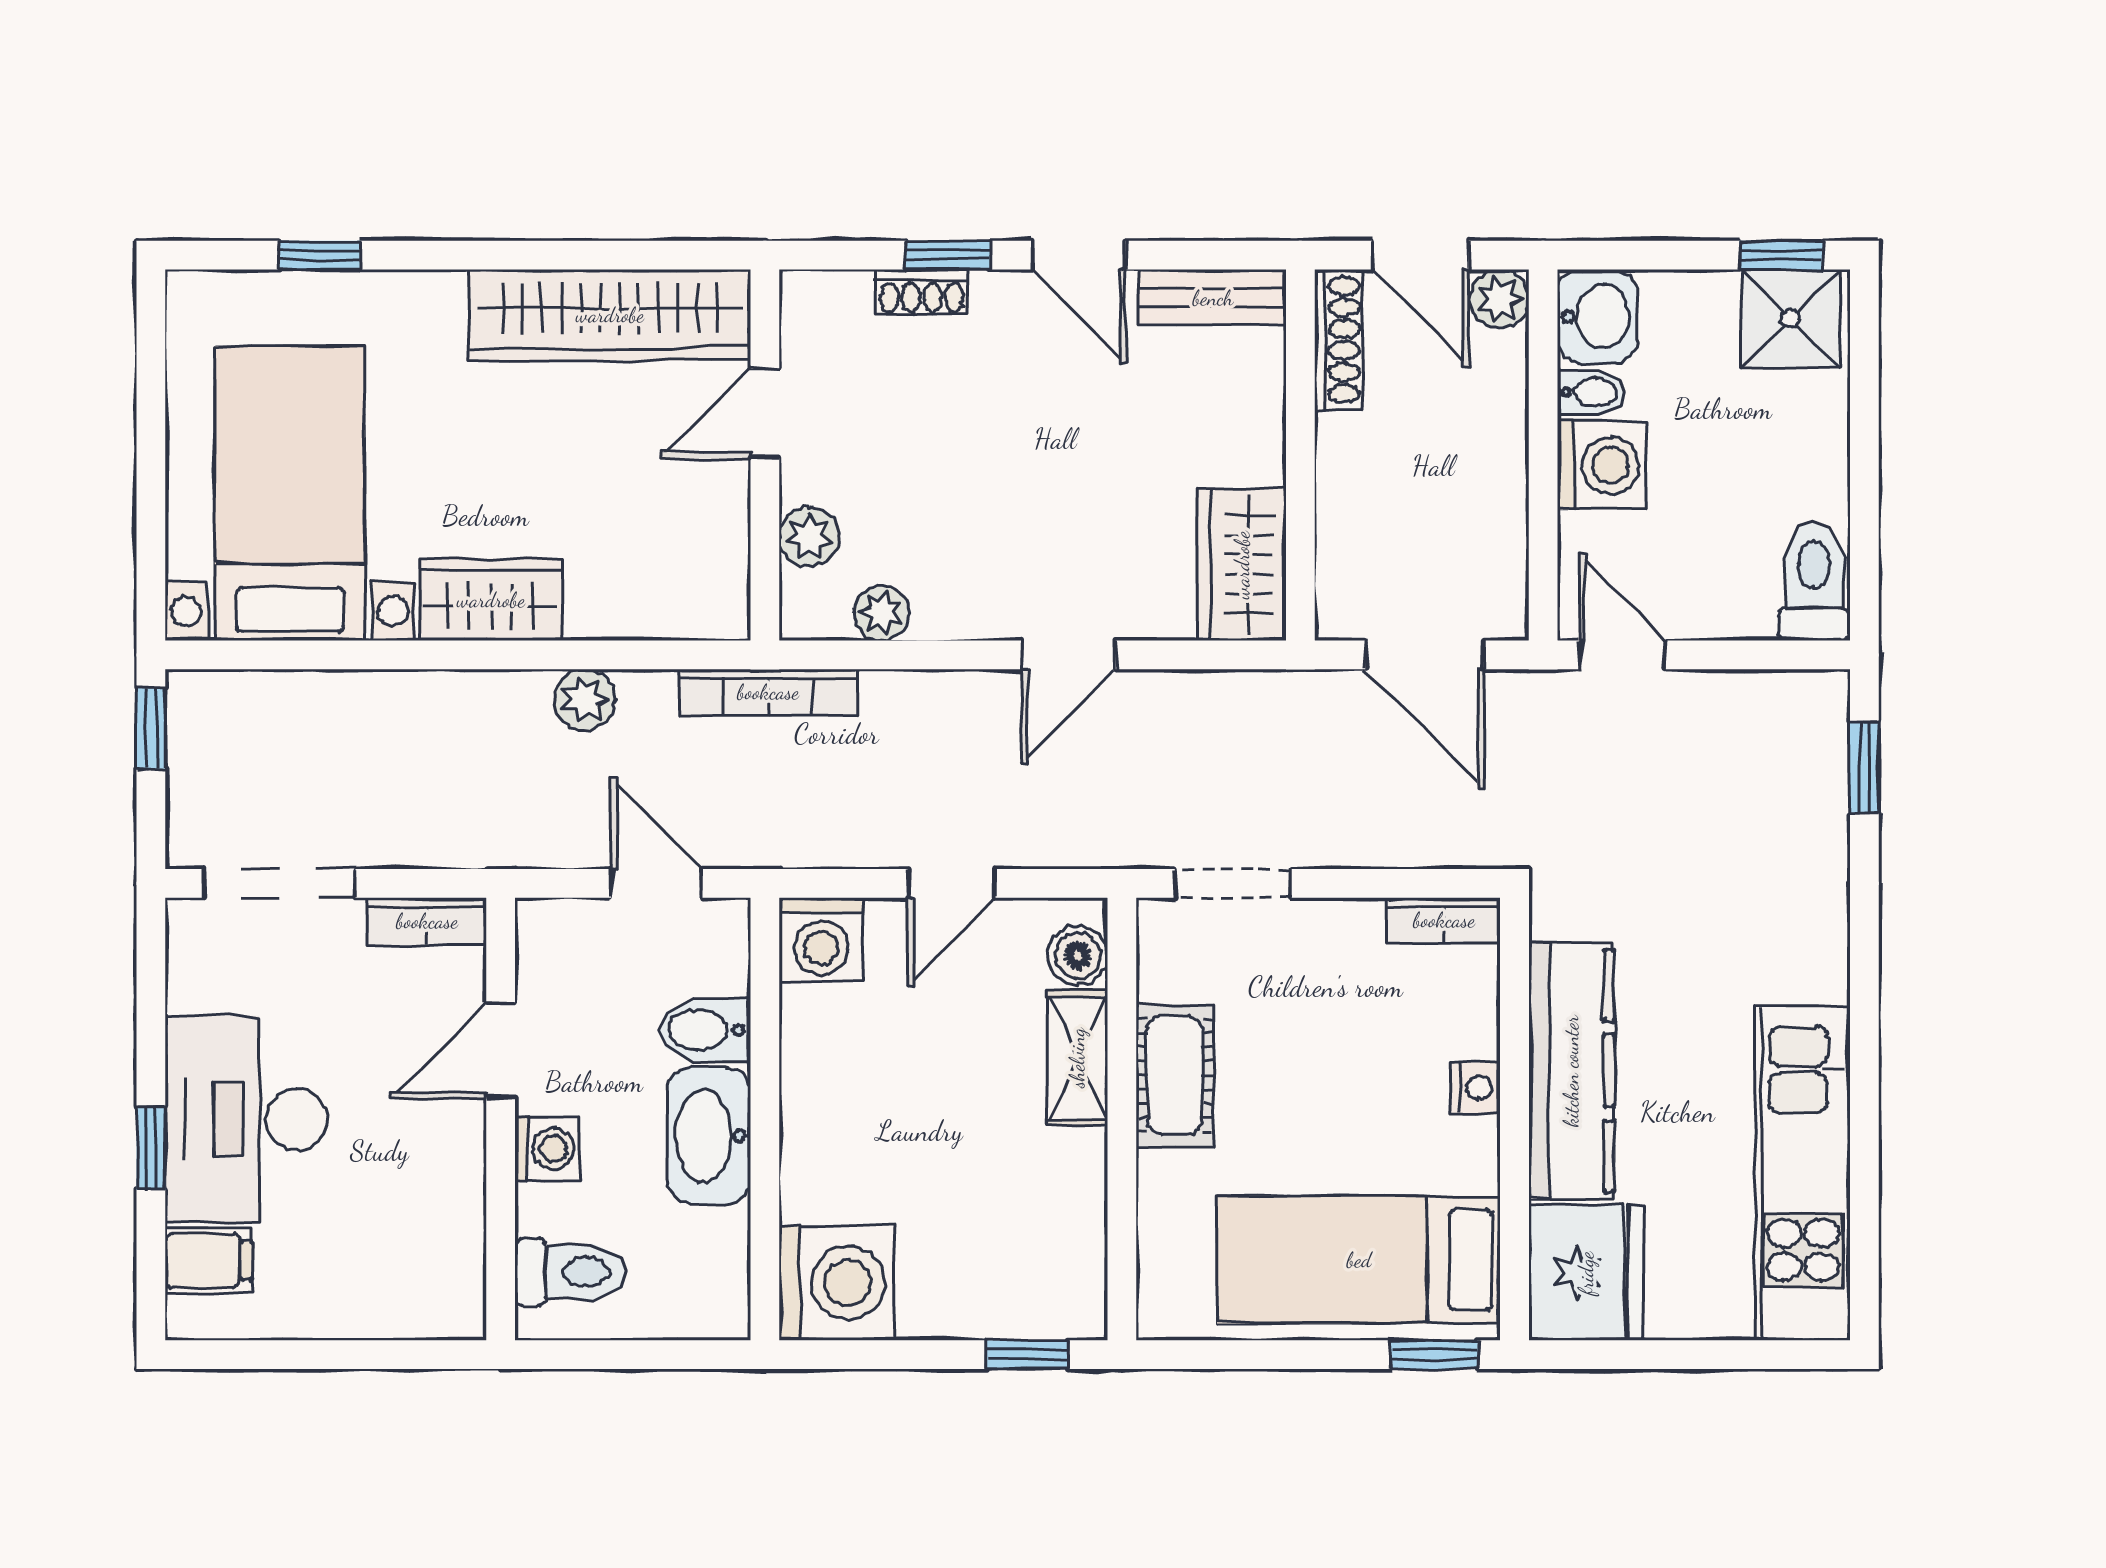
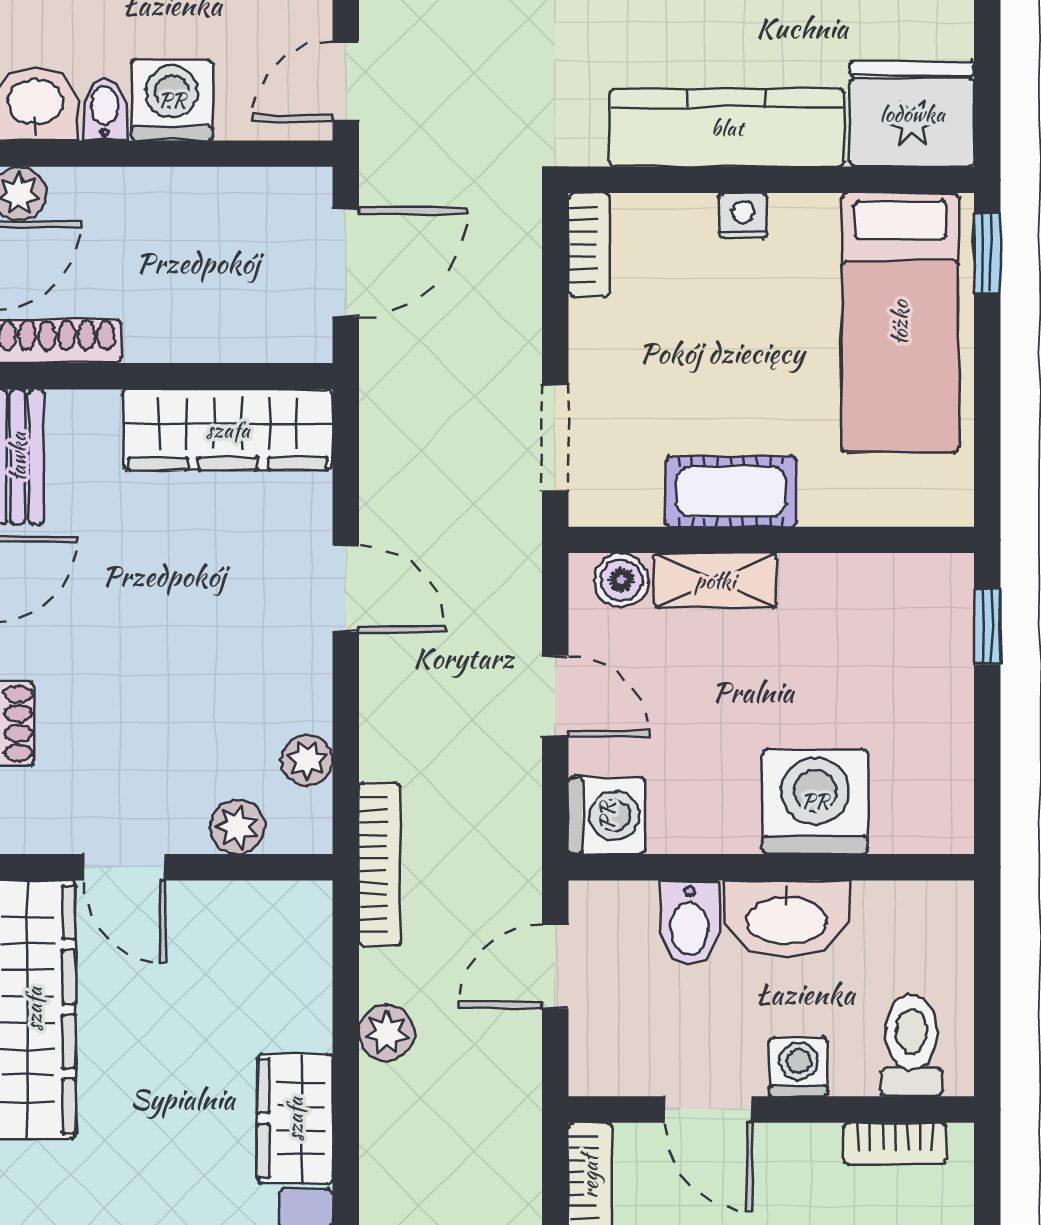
wardrobe: (1242, 565) -> (228, 430), width x1.50
bookcase: (464, 1254) -> (895, 1143), added
washing machine: (837, 1283) -> (815, 801), moved

